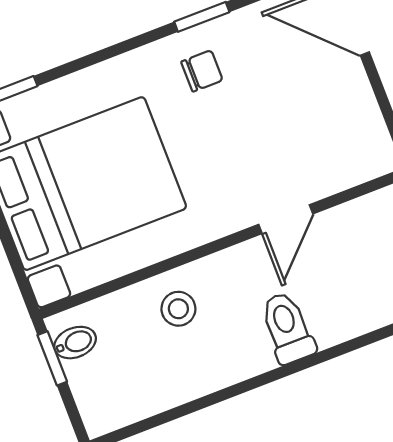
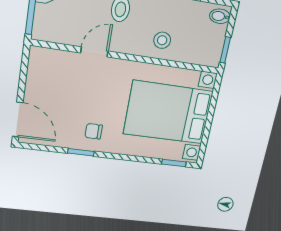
bidet: (75, 343) -> (220, 16), moved

